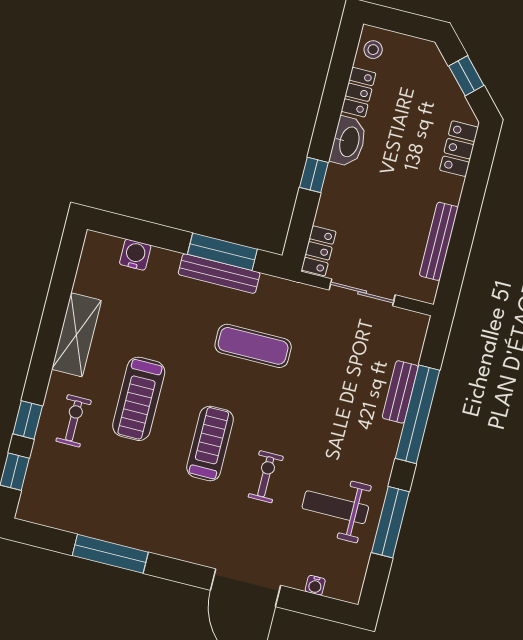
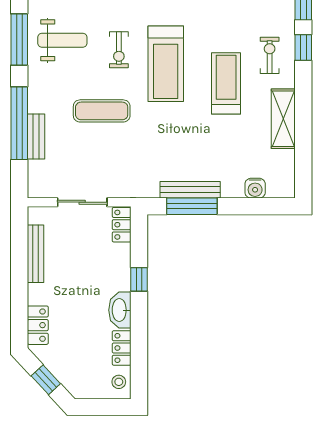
exercise mat: (253, 346) -> (102, 111), moved
exercise bike: (74, 421) -> (270, 55), turned 180
treadmill: (210, 443) -> (166, 64), width x1.37, depth x1.38

